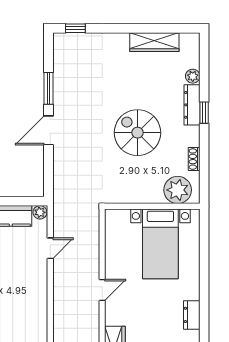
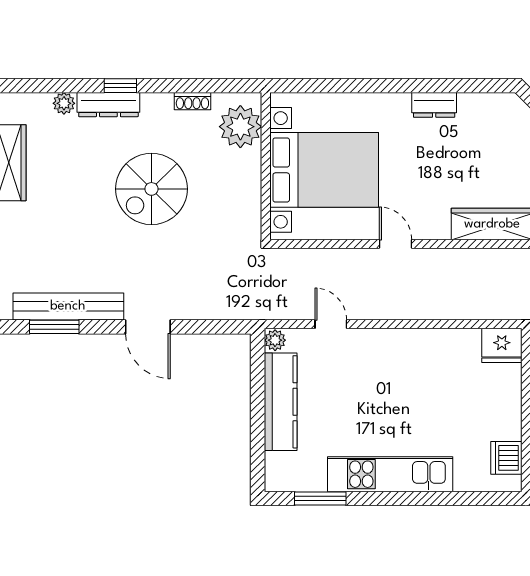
bench: (62, 79) -> (68, 306), added
window: (49, 88) -> (54, 327), moved
bed with nightstands: (160, 244) -> (324, 170), width x1.36

